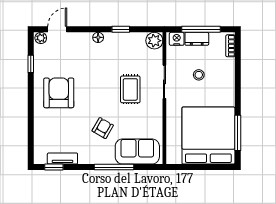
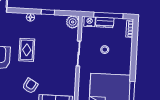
rug: (130, 89) -> (27, 50), moved

